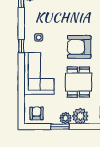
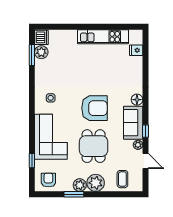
window: (21, 46) -> (32, 161), moved
armchair: (79, 47) -> (94, 108), turned 180

